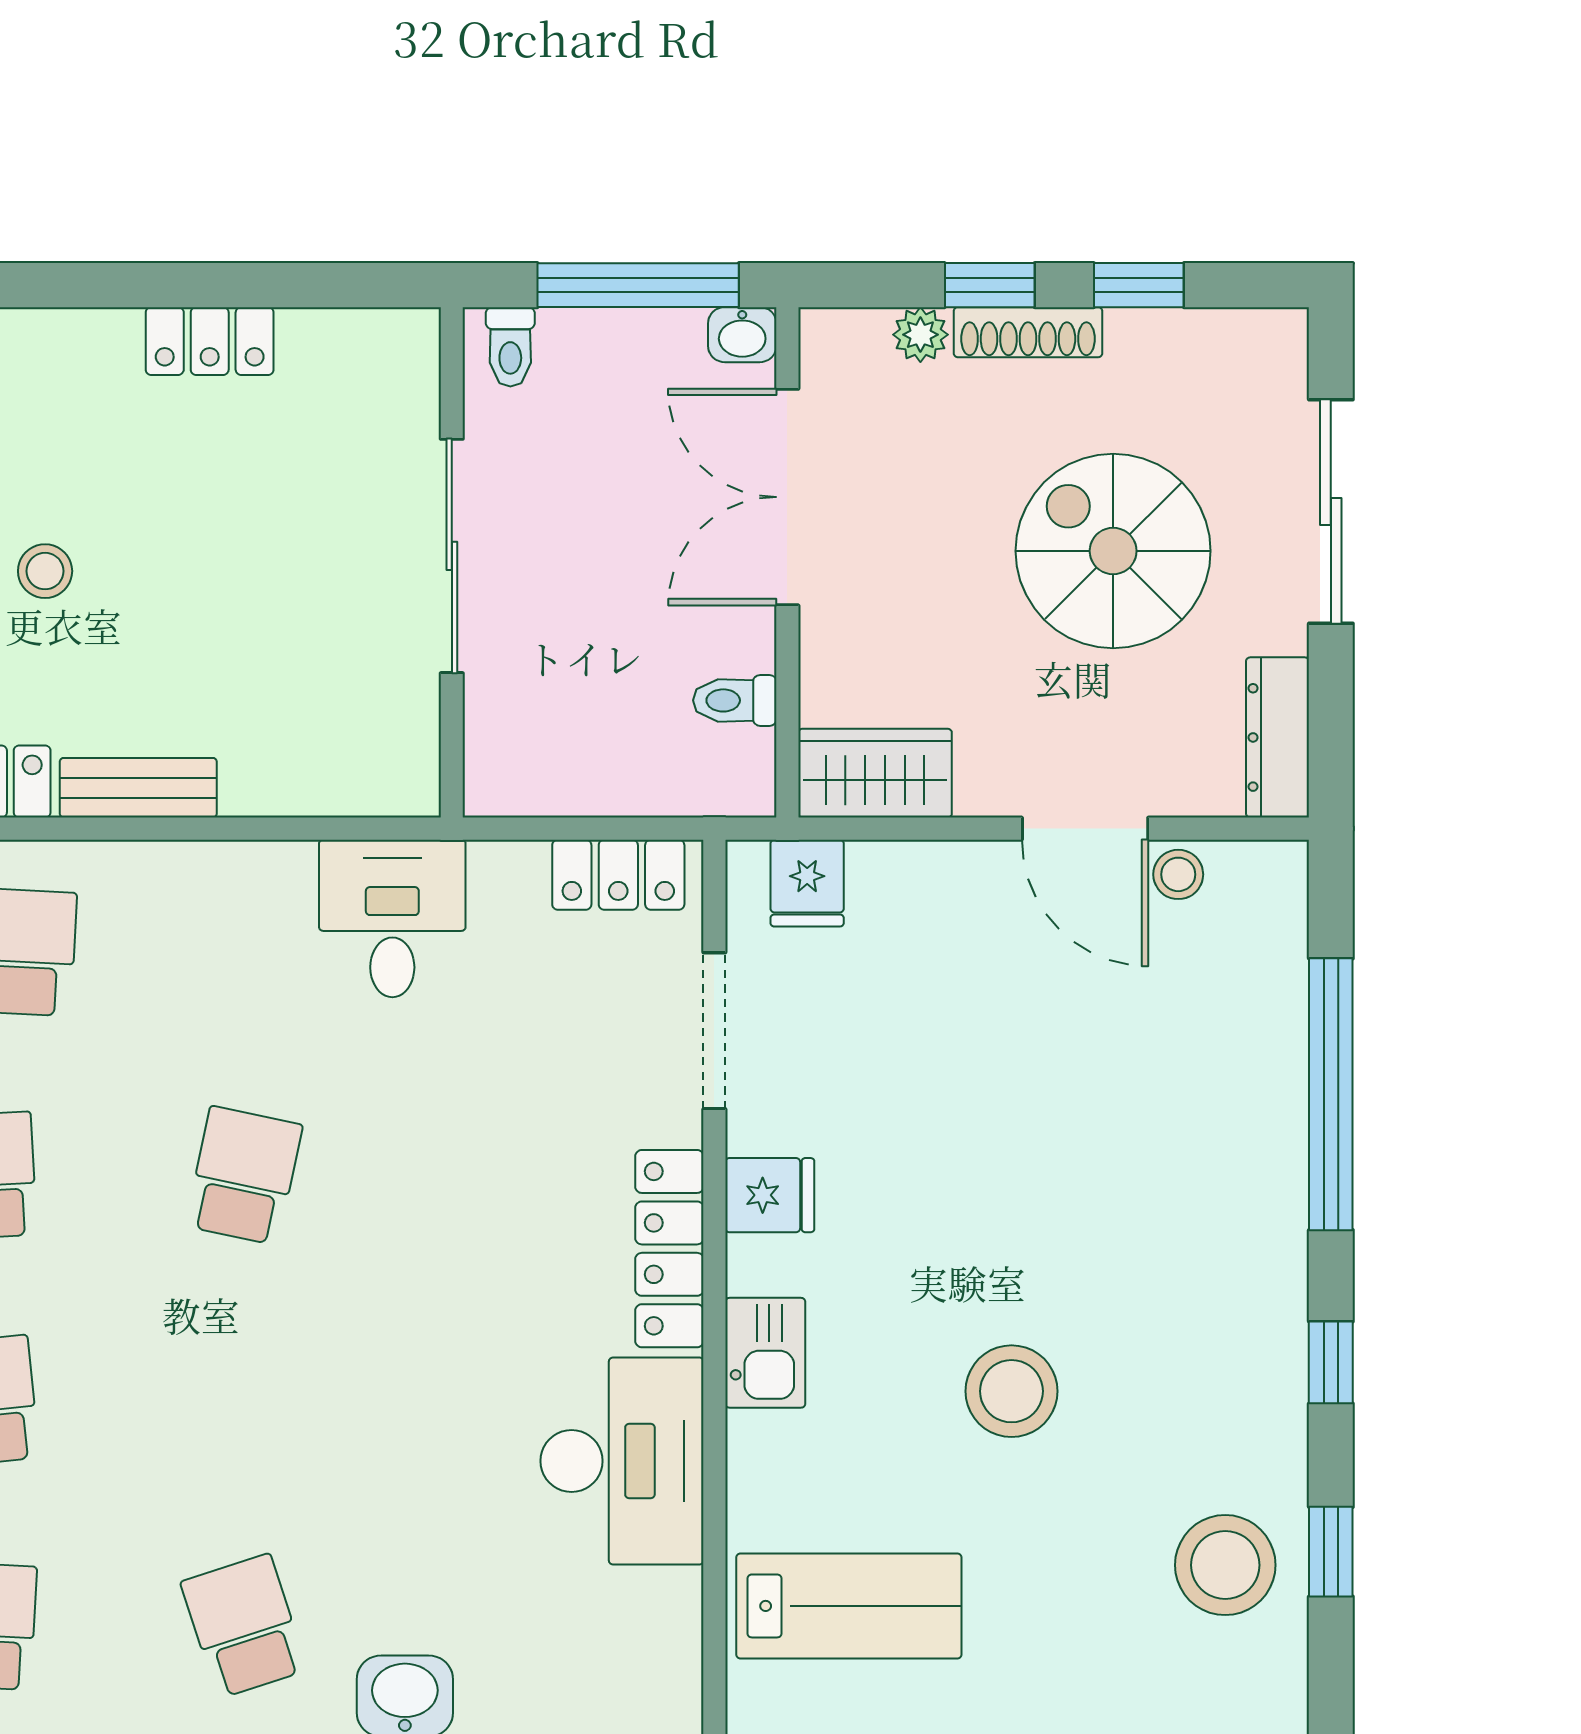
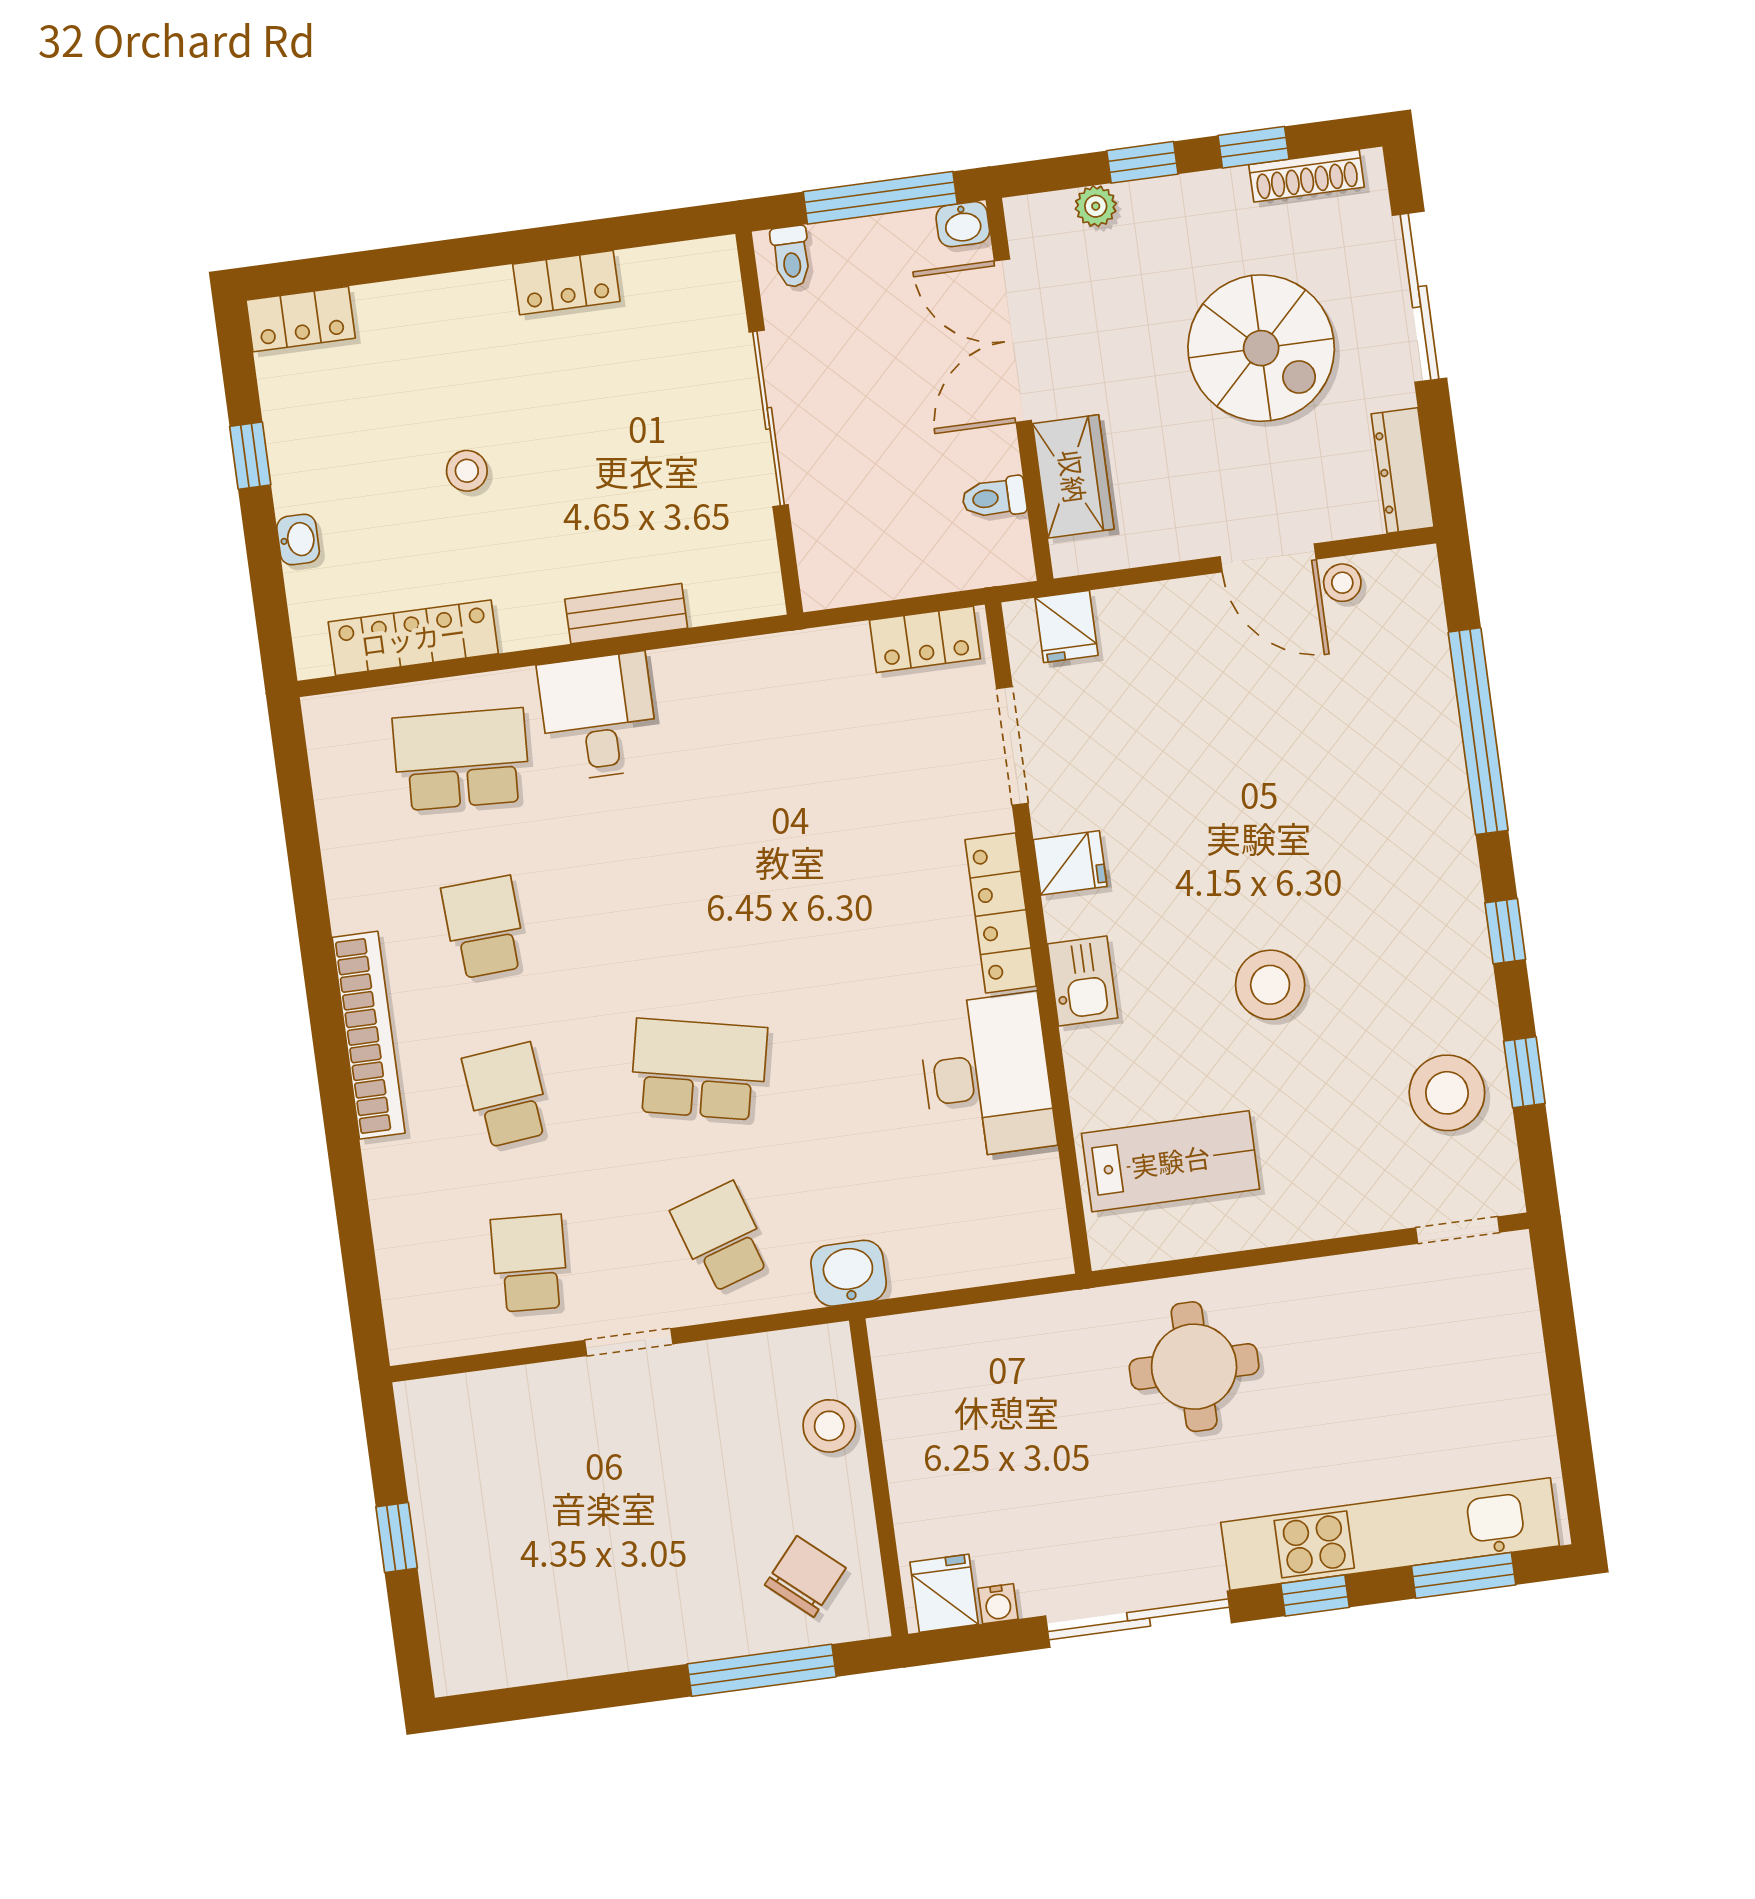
shoe rack: (1028, 332) -> (1306, 176), moved
spiral stairs: (1113, 551) -> (1261, 348), turned 180
wardrobe: (875, 773) -> (1073, 476), moved, turned 90
bench: (138, 788) -> (626, 614), moved
desk: (392, 918) -> (598, 717), moved
school desk: (244, 1175) -> (699, 1069), moved, width x1.85

